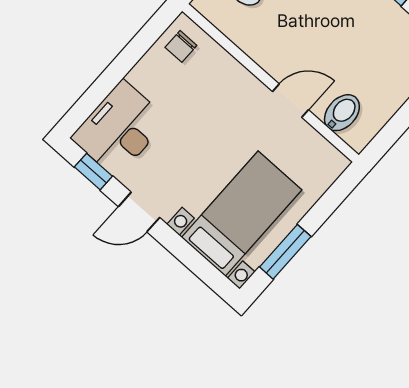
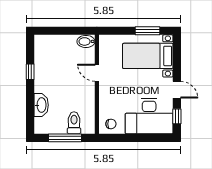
bidet: (342, 113) -> (86, 41), moved
desk: (120, 129) -> (149, 116), width x1.36, depth x1.30

